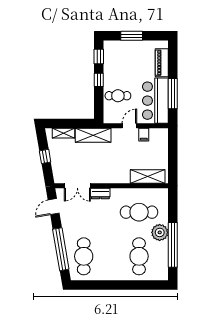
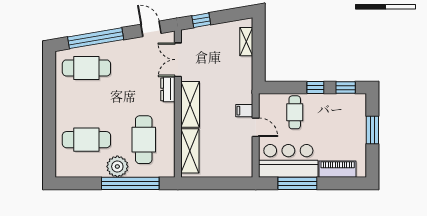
shelving: (93, 135) -> (190, 104), moved
filing cabinet: (144, 135) -> (244, 111), moved
window: (45, 156) -> (201, 20), moved
window: (173, 245) -> (130, 183), moved

